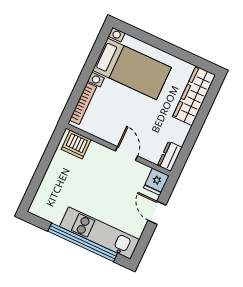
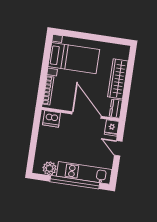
wardrobe: (194, 96) -> (118, 79), moved
door: (127, 154) -> (87, 115), width x1.88
plant: (53, 213) -> (50, 168), added

